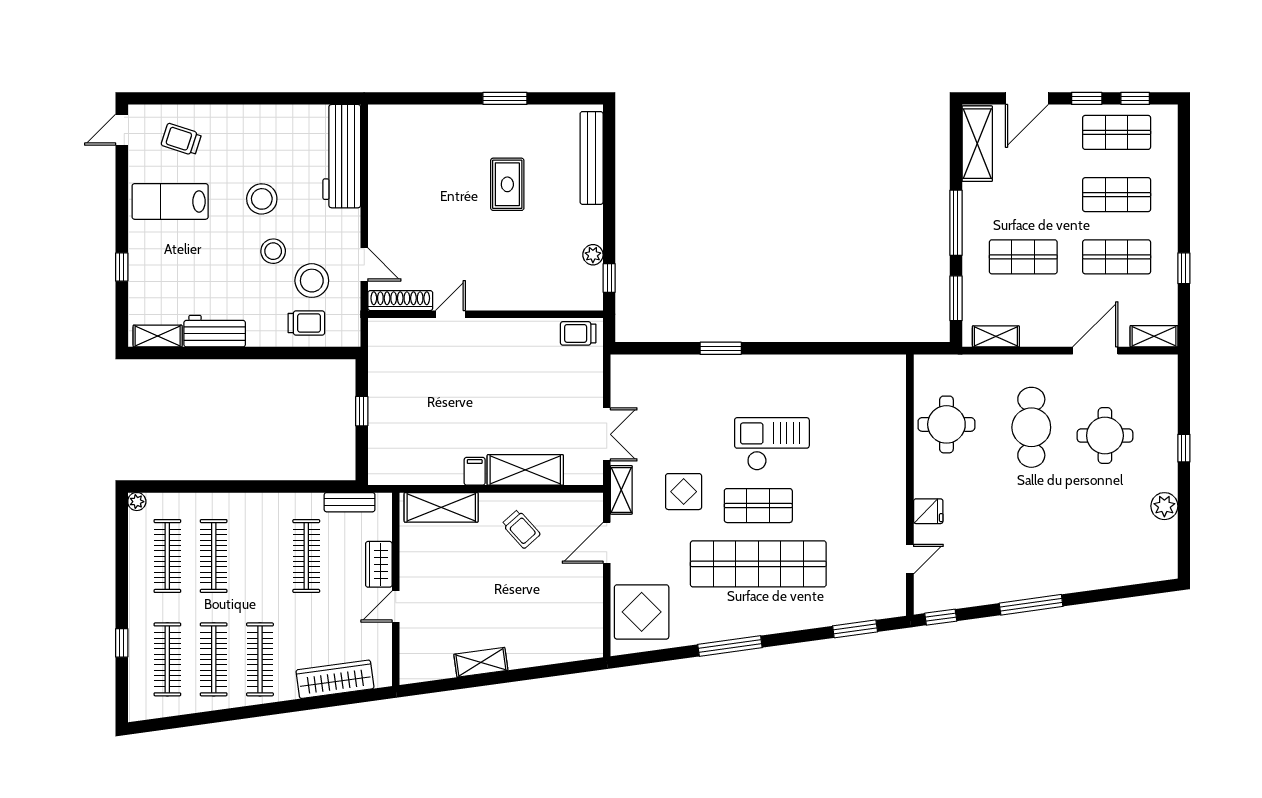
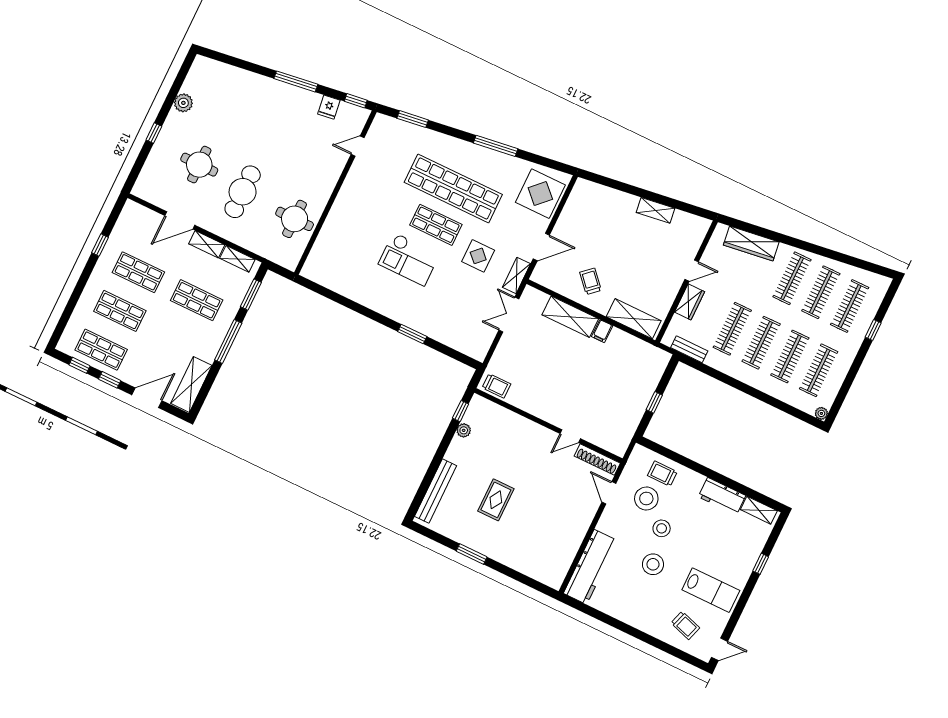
shelving: (1154, 336) -> (207, 244), moved
fridge: (928, 511) -> (329, 107), moved, turned -98
clothes rail: (260, 556) -> (761, 343), added

